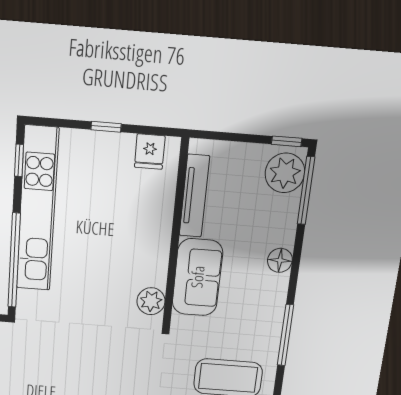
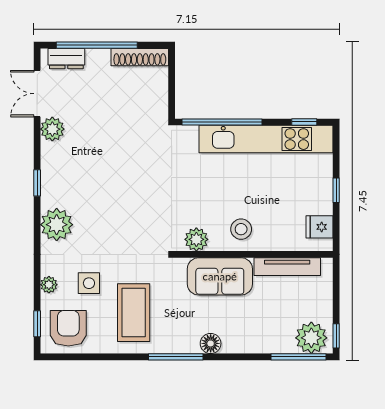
stool: (144, 248) -> (241, 229), added
floor lamp: (280, 260) -> (211, 343), moved

